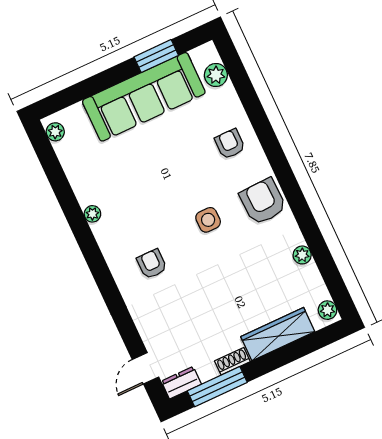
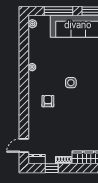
window: (93, 85) -> (58, 11), added
side table: (208, 220) -> (71, 83), moved
window: (217, 387) -> (52, 168), width x0.46

